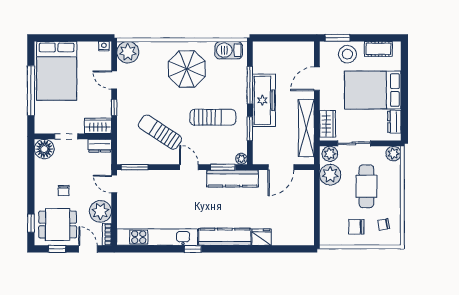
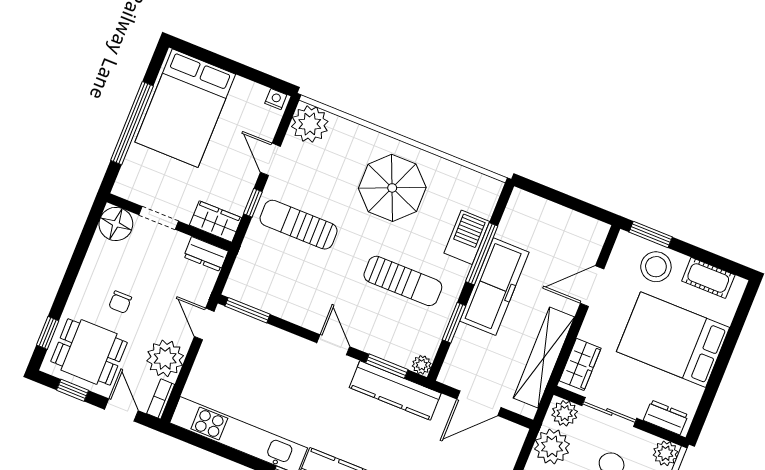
barbecue: (229, 50) -> (467, 237), moved, turned 90
dresser: (394, 122) -> (666, 418), moved, turned 90
sun lounger: (160, 132) -> (299, 225), moved, turned -33

